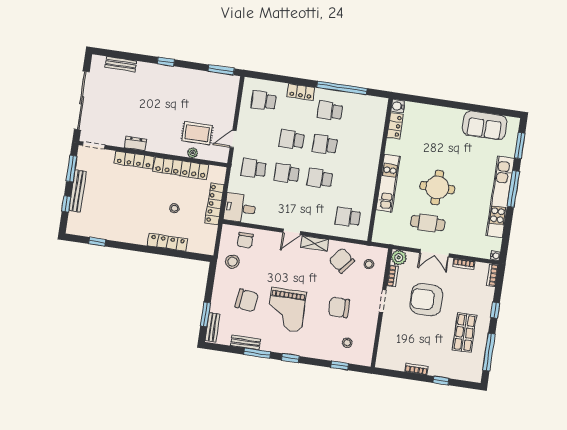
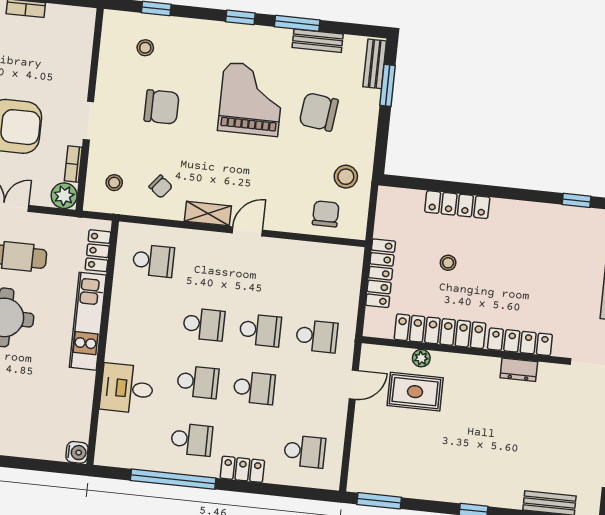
locker: (395, 126) -> (98, 251), moved
desk: (240, 208) -> (127, 388), moved, turned 180
chair: (342, 260) -> (161, 187), width x0.54, depth x0.54

